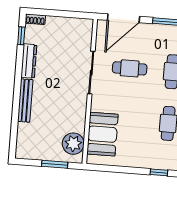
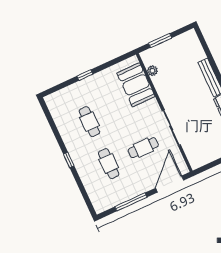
plant: (73, 144) -> (152, 71), width x0.53, depth x0.53
window: (159, 172) -> (85, 75), moved

